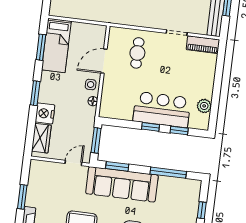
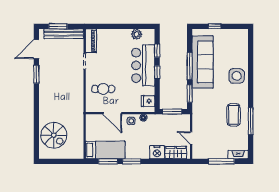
window: (35, 93) -> (132, 161), moved
fridge: (114, 110) -> (148, 101), added
door: (73, 163) -> (191, 138), moved
window: (168, 173) -> (190, 66), moved
sofa: (122, 184) -> (203, 62), moved
window: (22, 197) -> (221, 161), width x1.44

